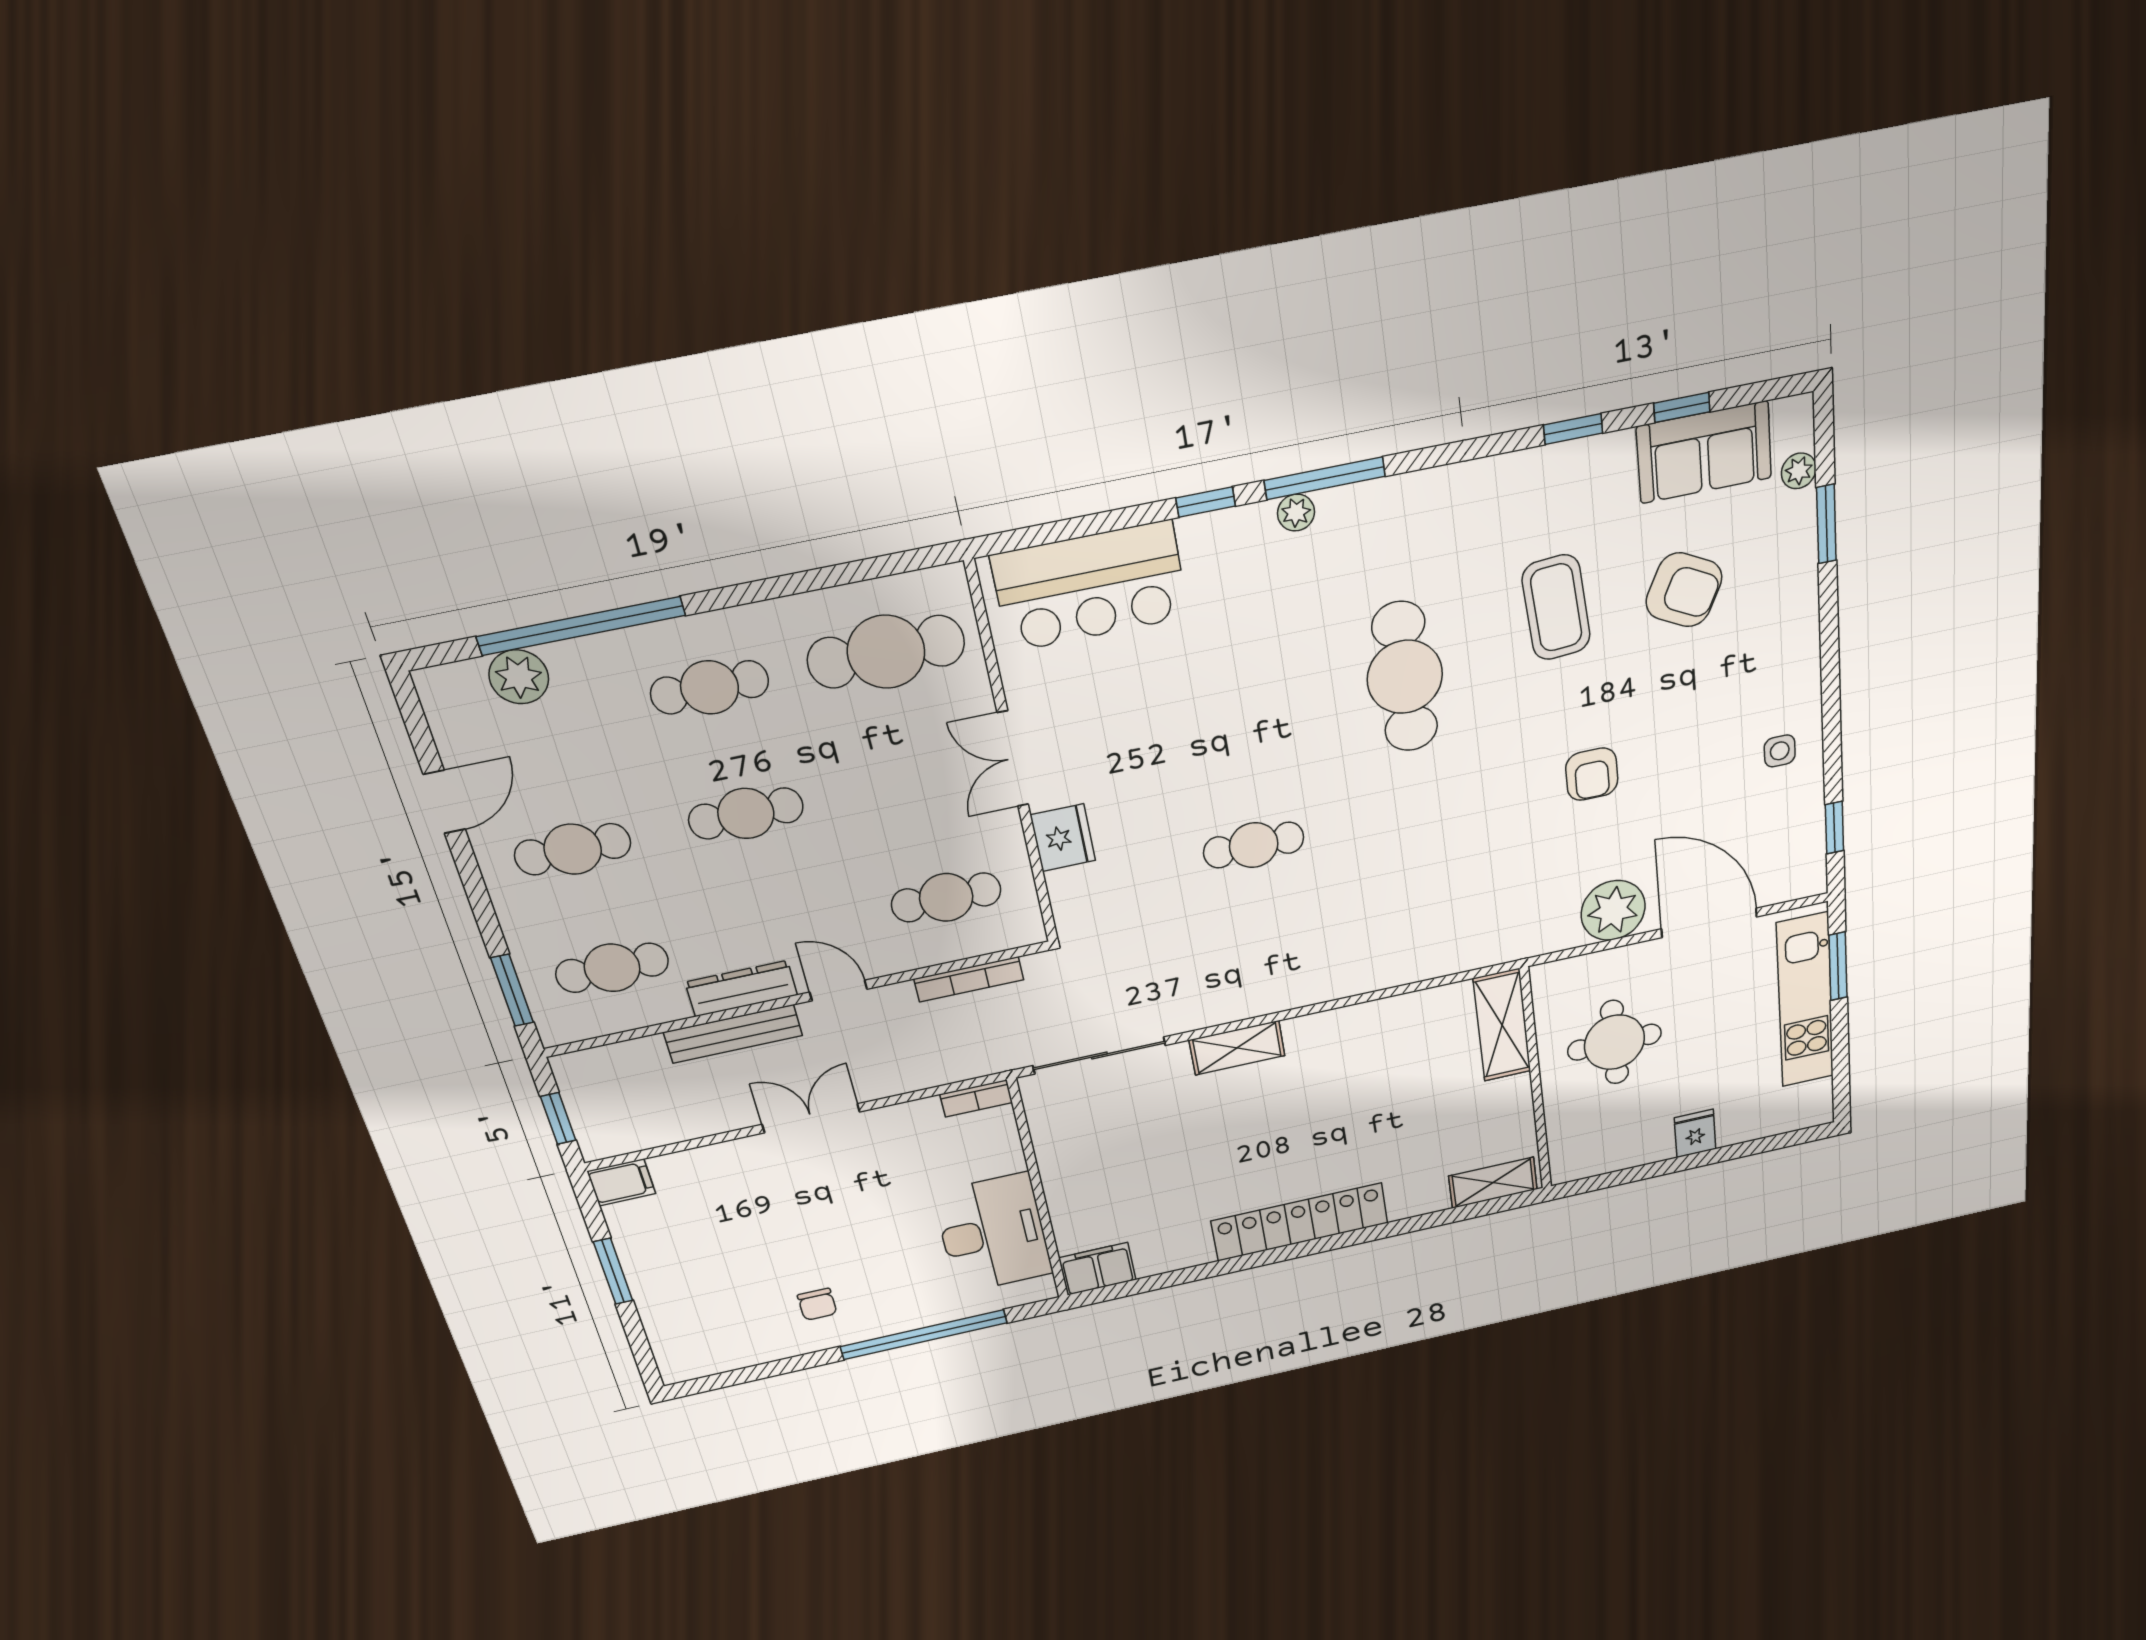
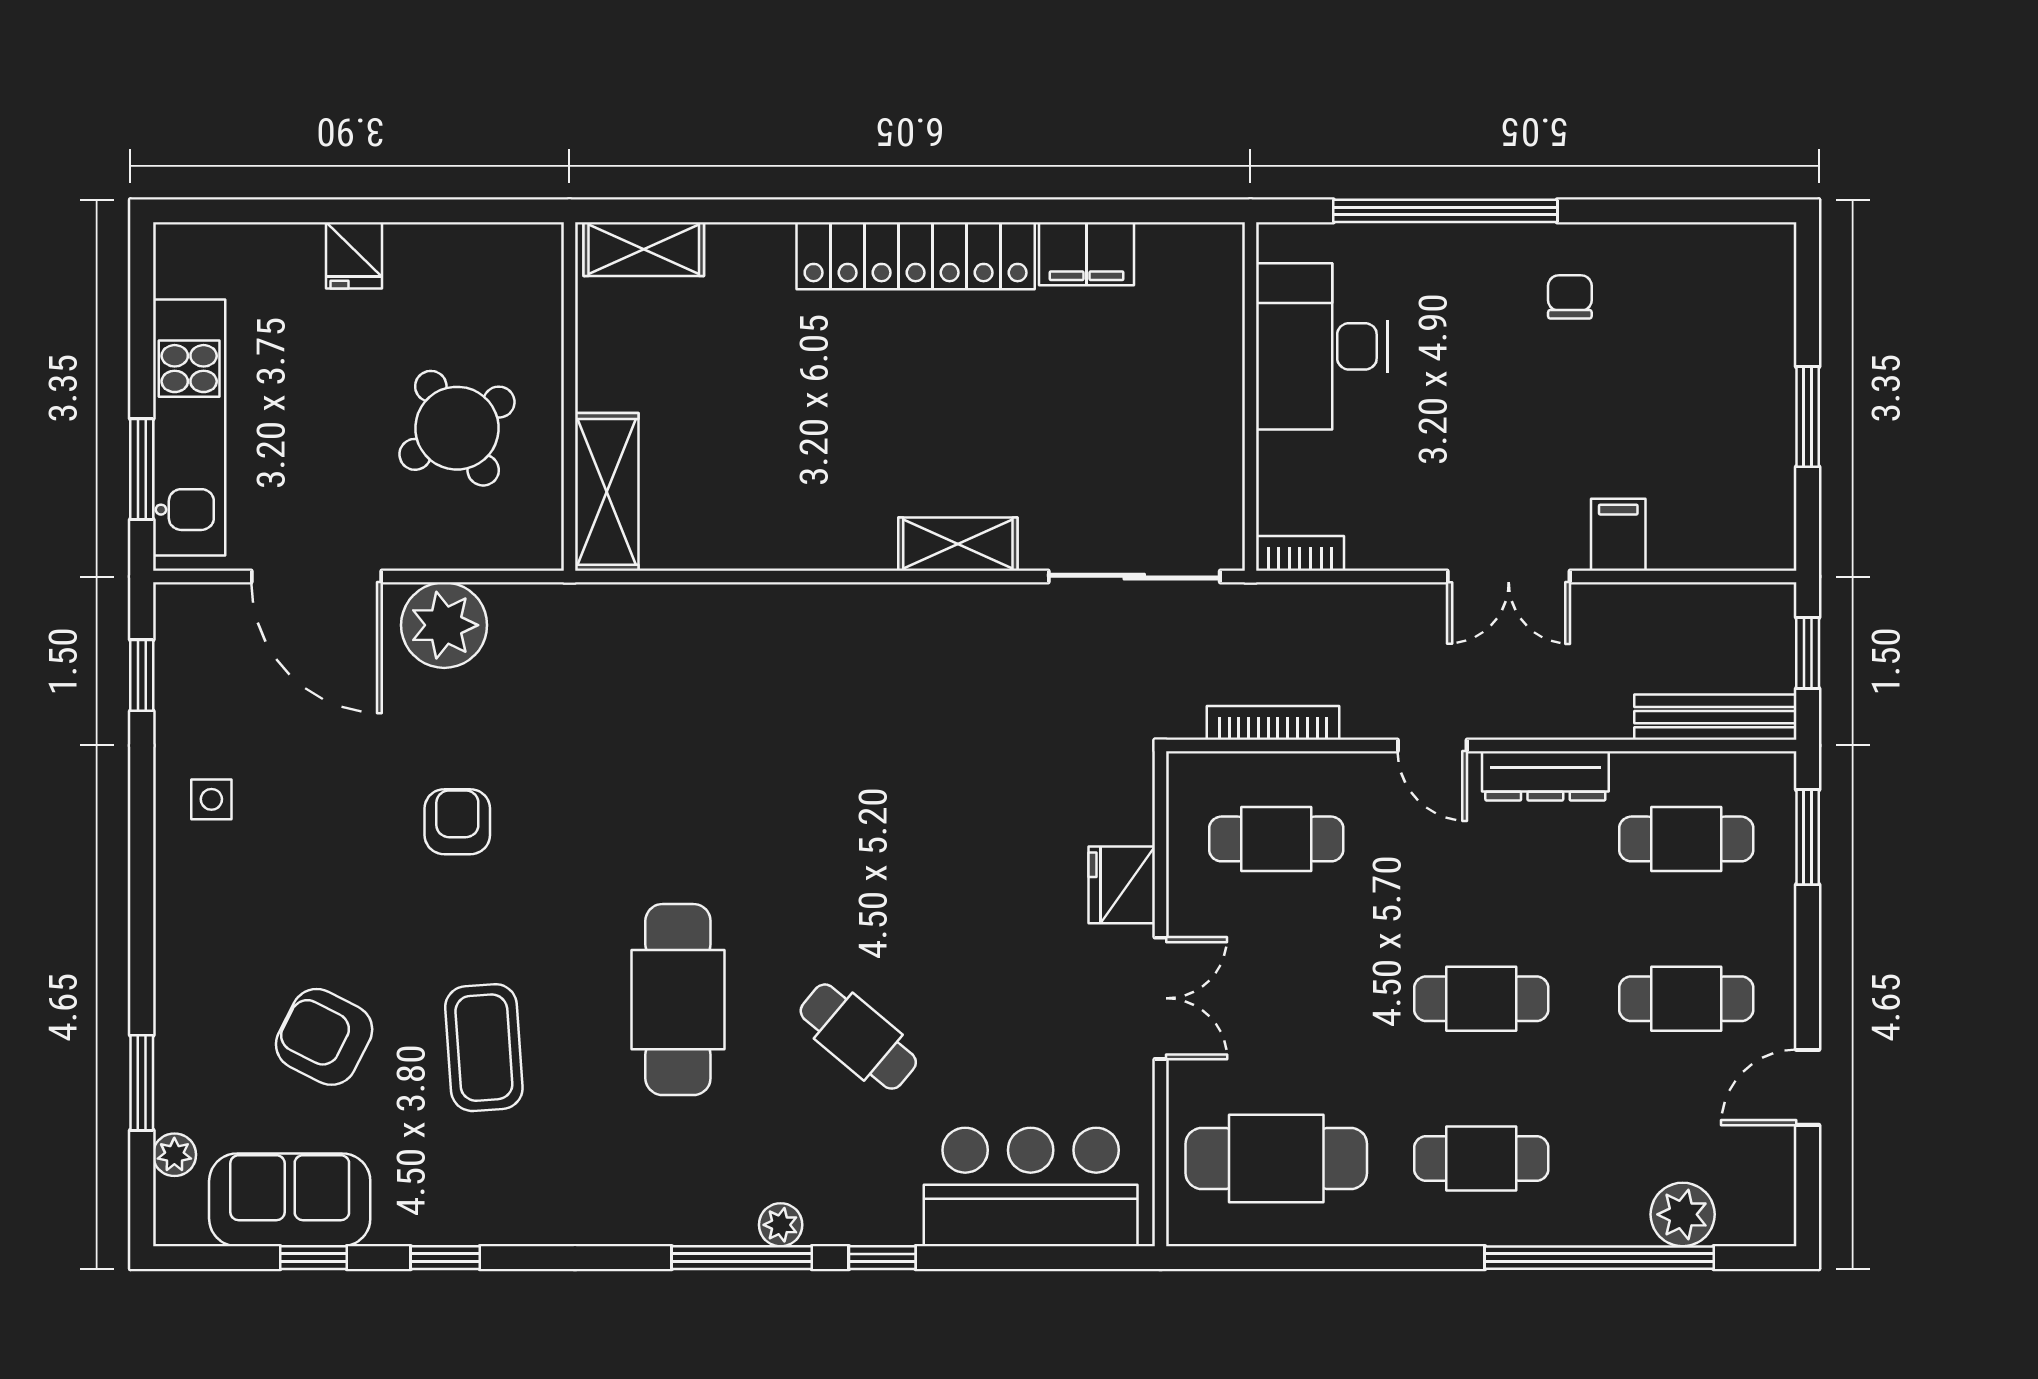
cafe table: (1254, 845) -> (858, 1037), moved, turned 40
bench: (733, 1034) -> (1715, 717), moved
round table: (1614, 1042) -> (457, 428), turned -32
filing cabinet: (621, 1182) -> (1618, 535), moved, turned 90
filing cabinet: (1097, 1269) -> (1087, 254), moved

